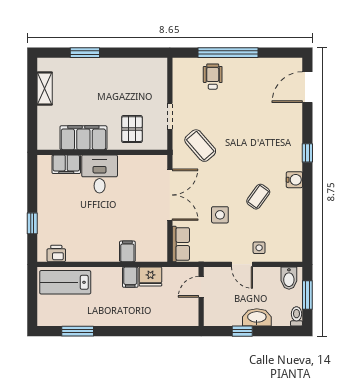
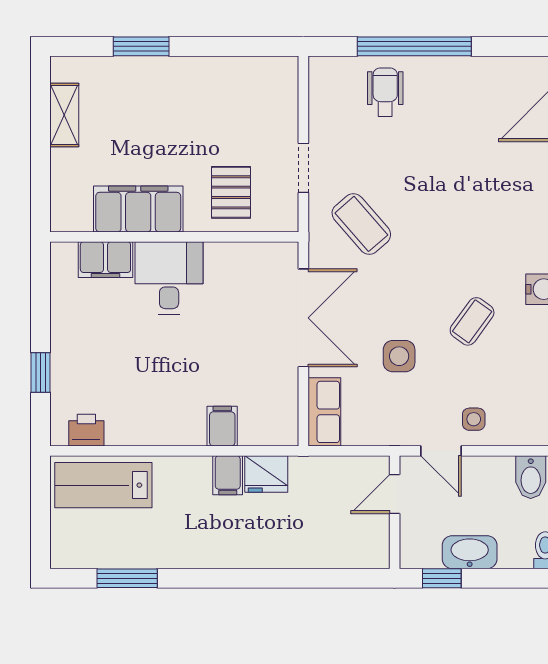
door: (201, 287) -> (395, 494), moved
wall: (201, 296) -> (395, 512), moved

